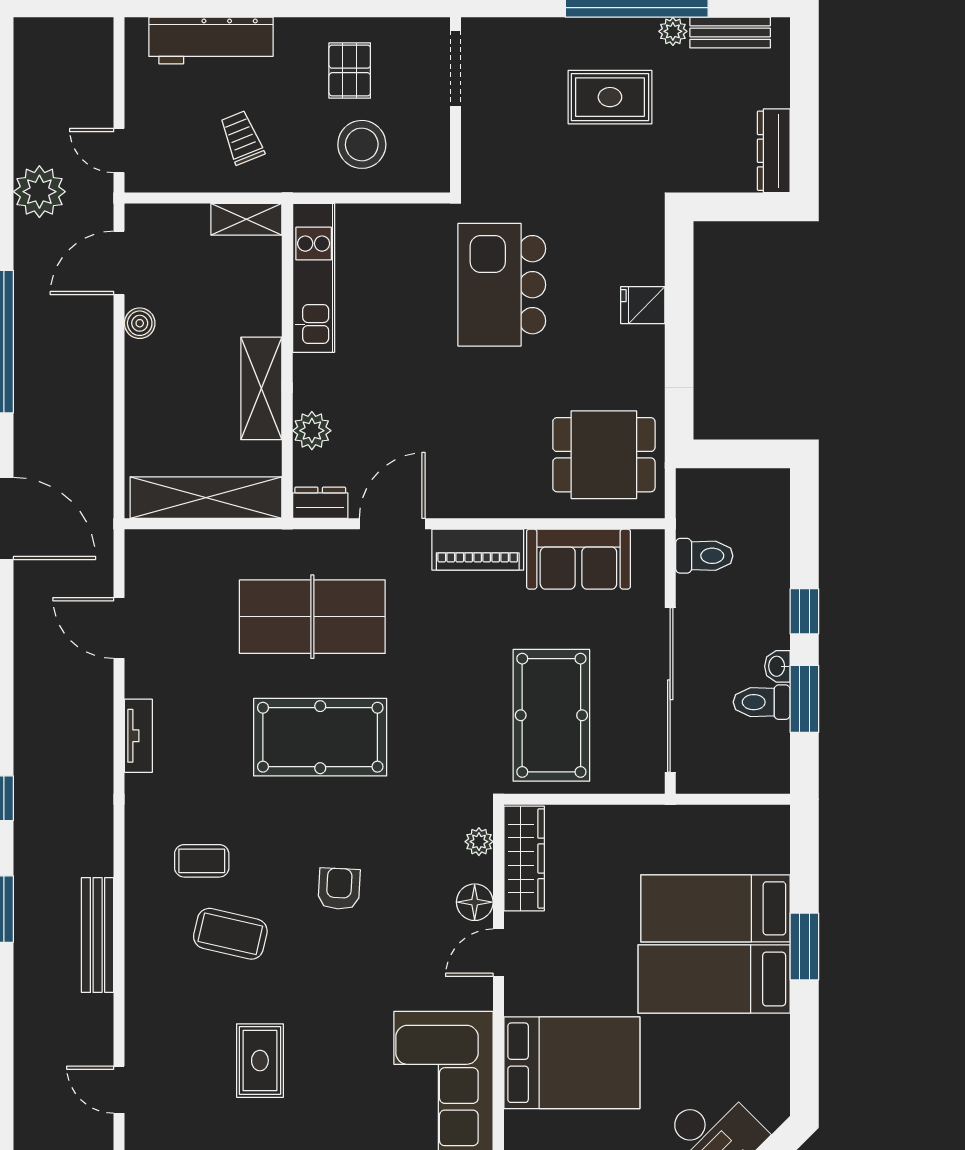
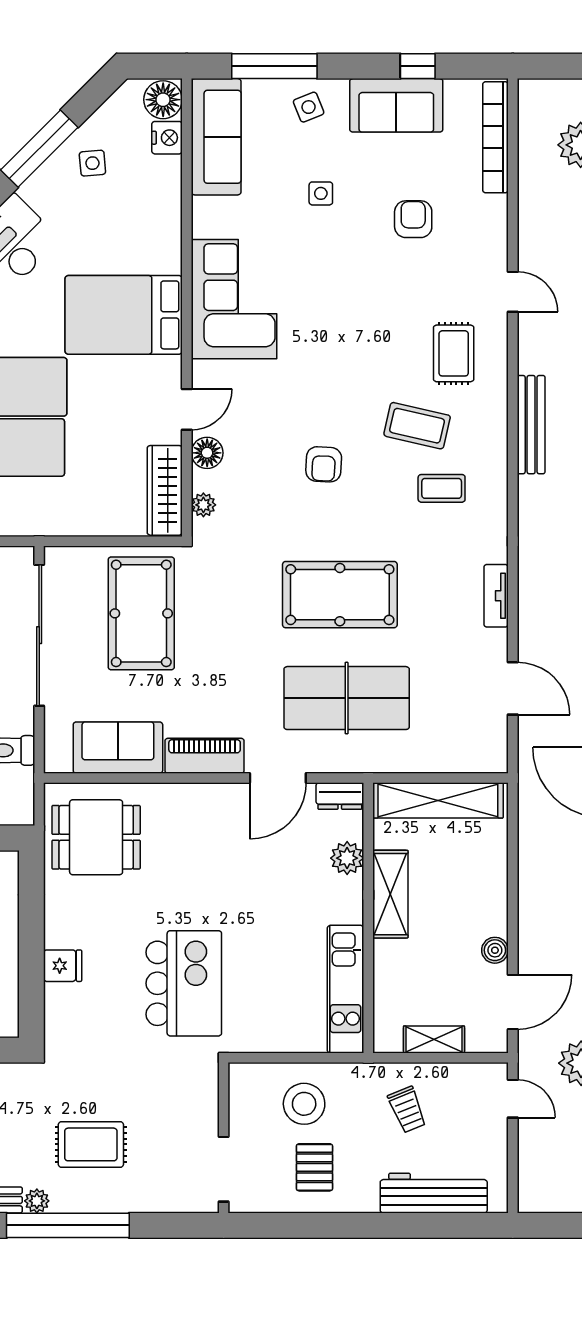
shelving: (246, 219) -> (434, 1040), moved
rug: (260, 1061) -> (454, 353), moved

